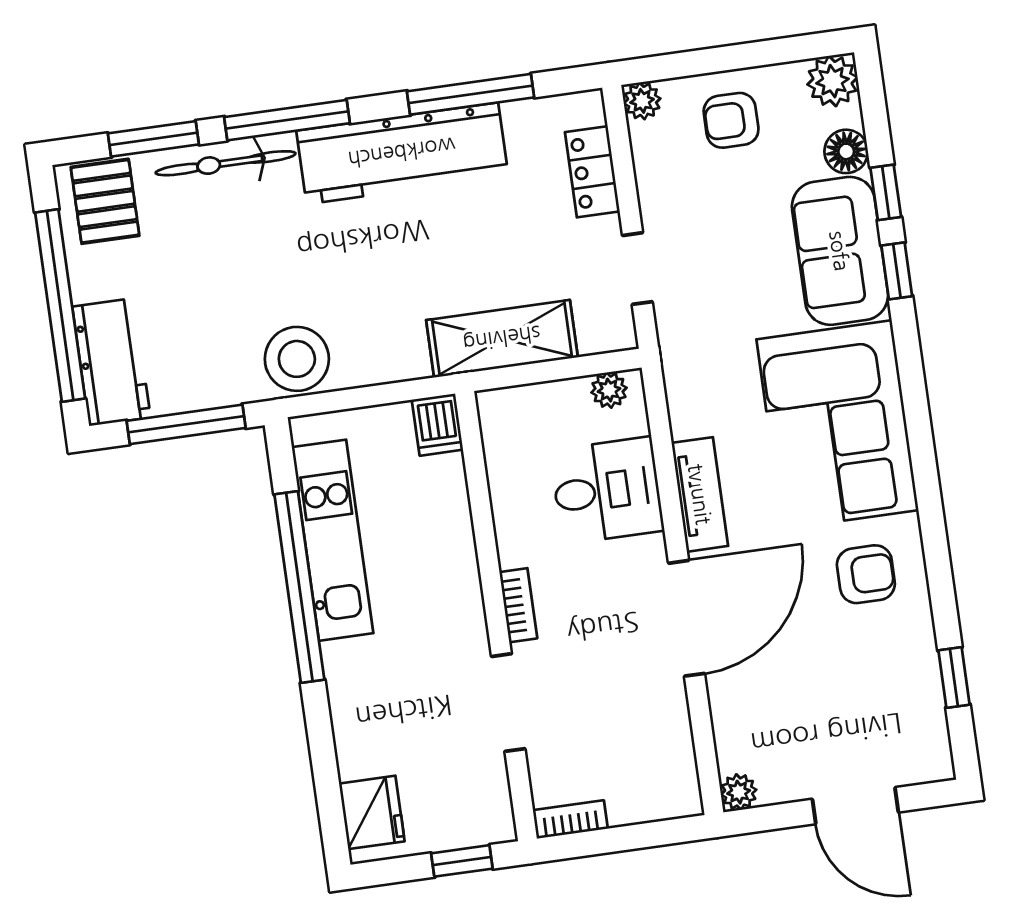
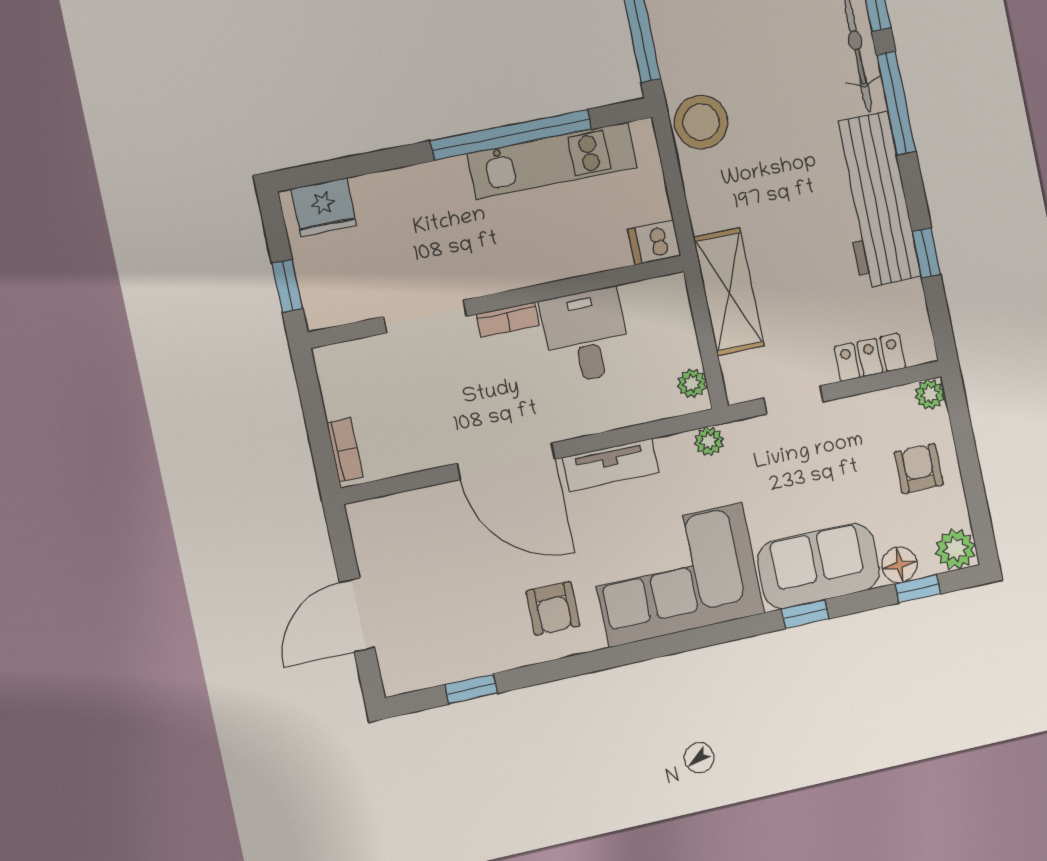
window: (470, 94) -> (926, 253), width x0.46
window: (886, 192) -> (918, 589), moved
desk: (607, 490) -> (586, 335), moved, turned 180
plant: (739, 792) -> (709, 441), moved
bookcase: (570, 819) -> (345, 450), moved

